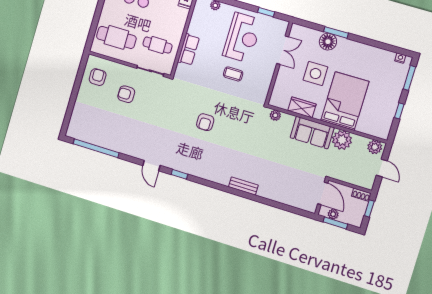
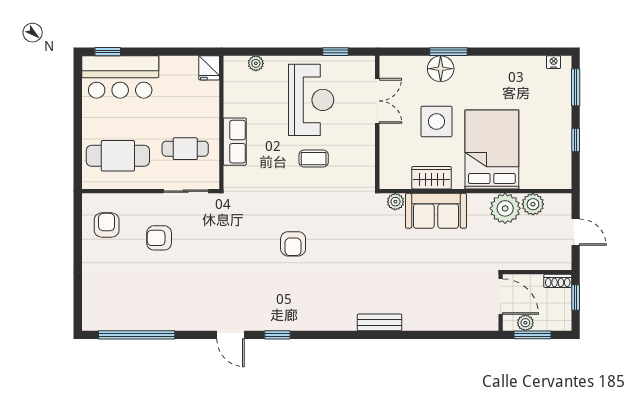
sofa: (312, 133) -> (436, 211), moved
plant: (375, 147) -> (533, 204), moved

